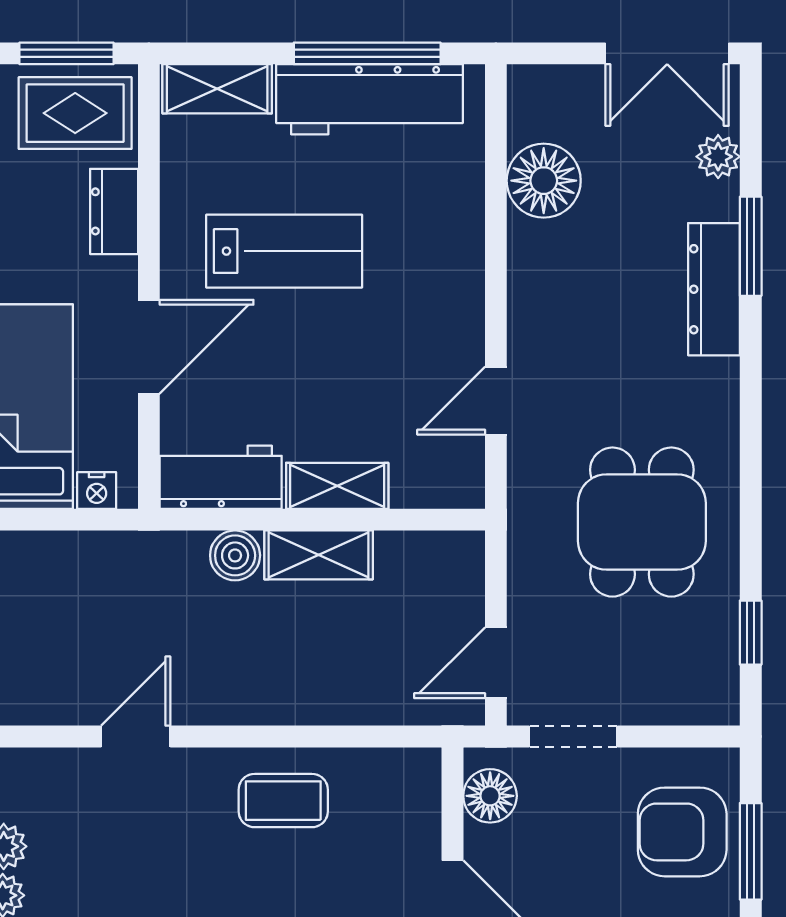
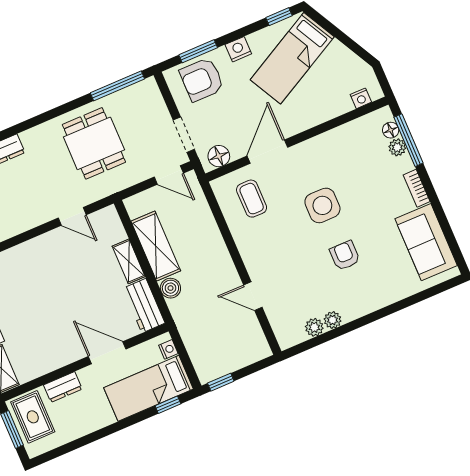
lab bench: (284, 251) -> (51, 318), removed
dining table: (642, 522) -> (94, 143), turned 90
shelving: (319, 555) -> (156, 246), width x1.50, depth x1.33
window: (751, 633) -> (117, 86), width x2.17
coffee table: (283, 801) -> (252, 199), moved
armchair: (682, 832) -> (202, 80), turned 90

